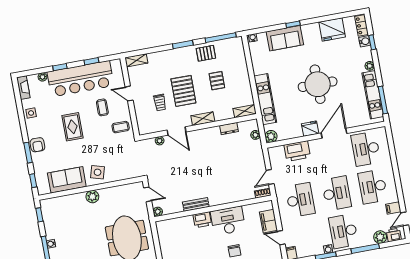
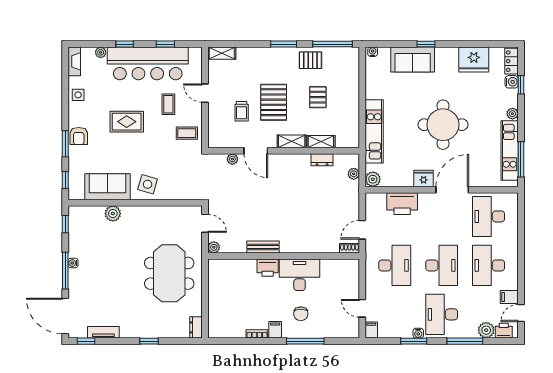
shelving: (245, 111) -> (321, 142), moved
rug: (72, 127) -> (127, 122), turned 90
plant: (92, 197) -> (113, 214), moved
filing cabinet: (269, 221) -> (350, 285), removed

